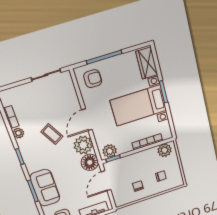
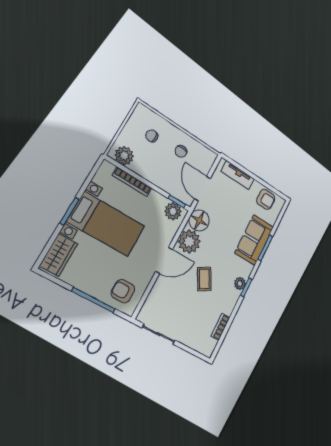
plant: (18, 133) -> (240, 284), moved
door: (106, 181) -> (202, 189), swing flipped

